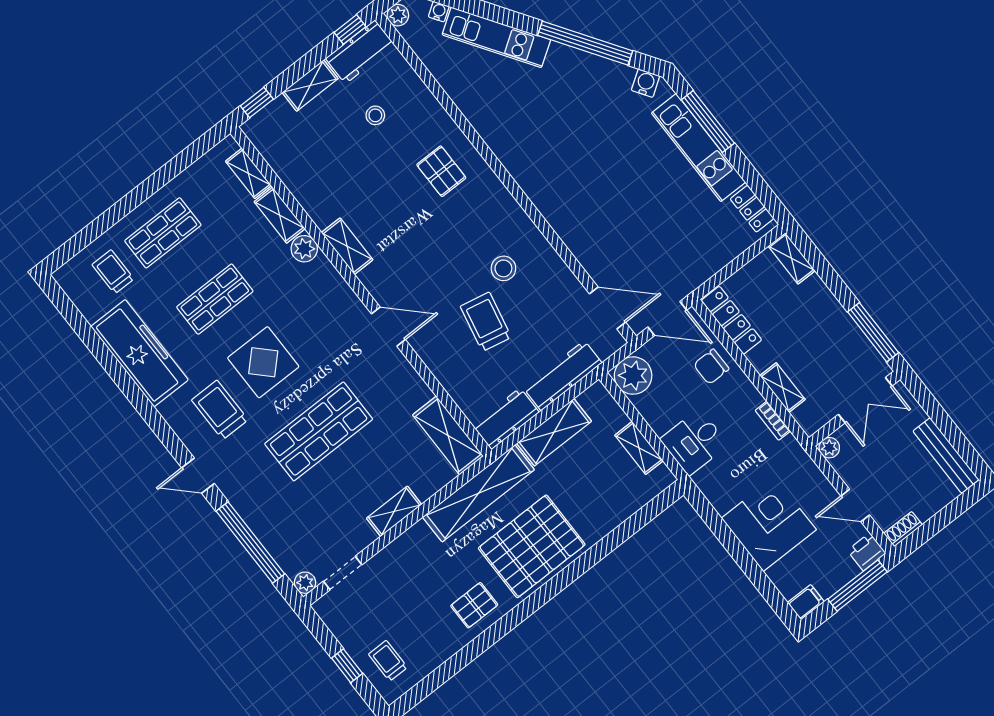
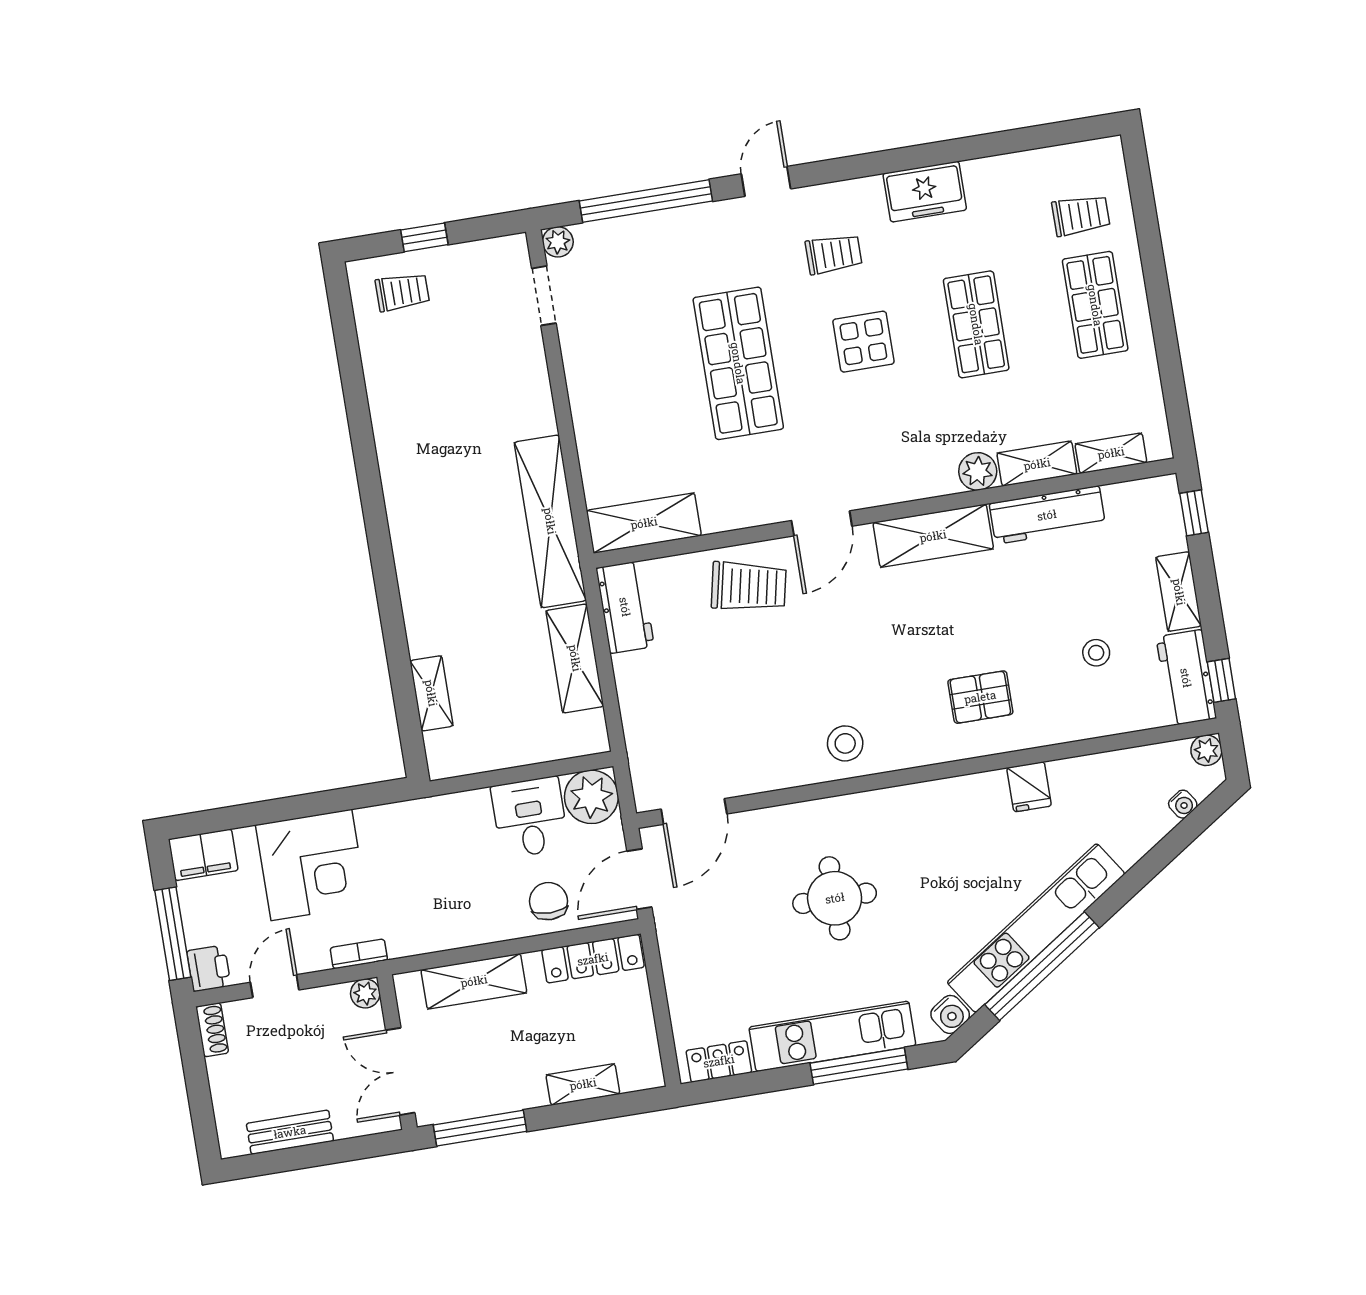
kitchen unit: (496, 37) -> (1036, 928), moved, width x1.36
fridge: (480, 111) -> (1029, 787), added
round table: (613, 193) -> (835, 898), added
shelving: (347, 246) -> (933, 536), width x1.50, depth x1.33
shelving: (792, 258) -> (583, 1084), moved
stool: (503, 268) -> (845, 743), moved
trolley: (486, 322) -> (749, 586), moved
freezer: (140, 353) -> (925, 192), width x0.52, depth x0.79
display table: (263, 362) -> (863, 342), width x0.73, depth x0.73
workbench: (563, 376) -> (1047, 515), moved, turned 90
shelving: (783, 388) -> (474, 981), width x1.50, depth x1.33
trolley: (220, 410) -> (834, 254), width x0.73, depth x0.72
bookcase: (773, 421) -> (359, 954), moved
desk: (694, 442) -> (530, 817), moved
shelving: (639, 448) -> (431, 693), moved, turned 90
bench: (946, 455) -> (290, 1132), width x0.73
shelving: (394, 511) -> (586, 403), removed
pallet: (532, 546) -> (447, 552), removed
filing cabinet: (806, 602) -> (203, 855), width x2.00
pallet: (474, 605) -> (413, 439), removed

